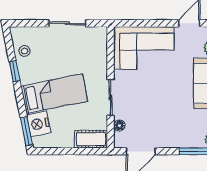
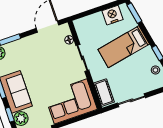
nightstand: (39, 124) -> (112, 15), moved, turned -79
cot: (91, 139) -> (104, 93), moved, turned 90

